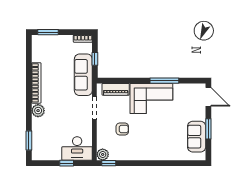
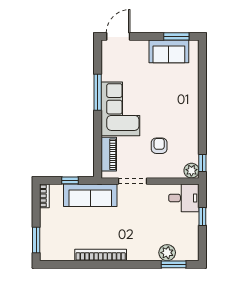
plant: (38, 111) -> (167, 253), moved
window: (208, 129) -> (176, 36), moved
desk: (77, 148) -> (184, 198), width x0.73

